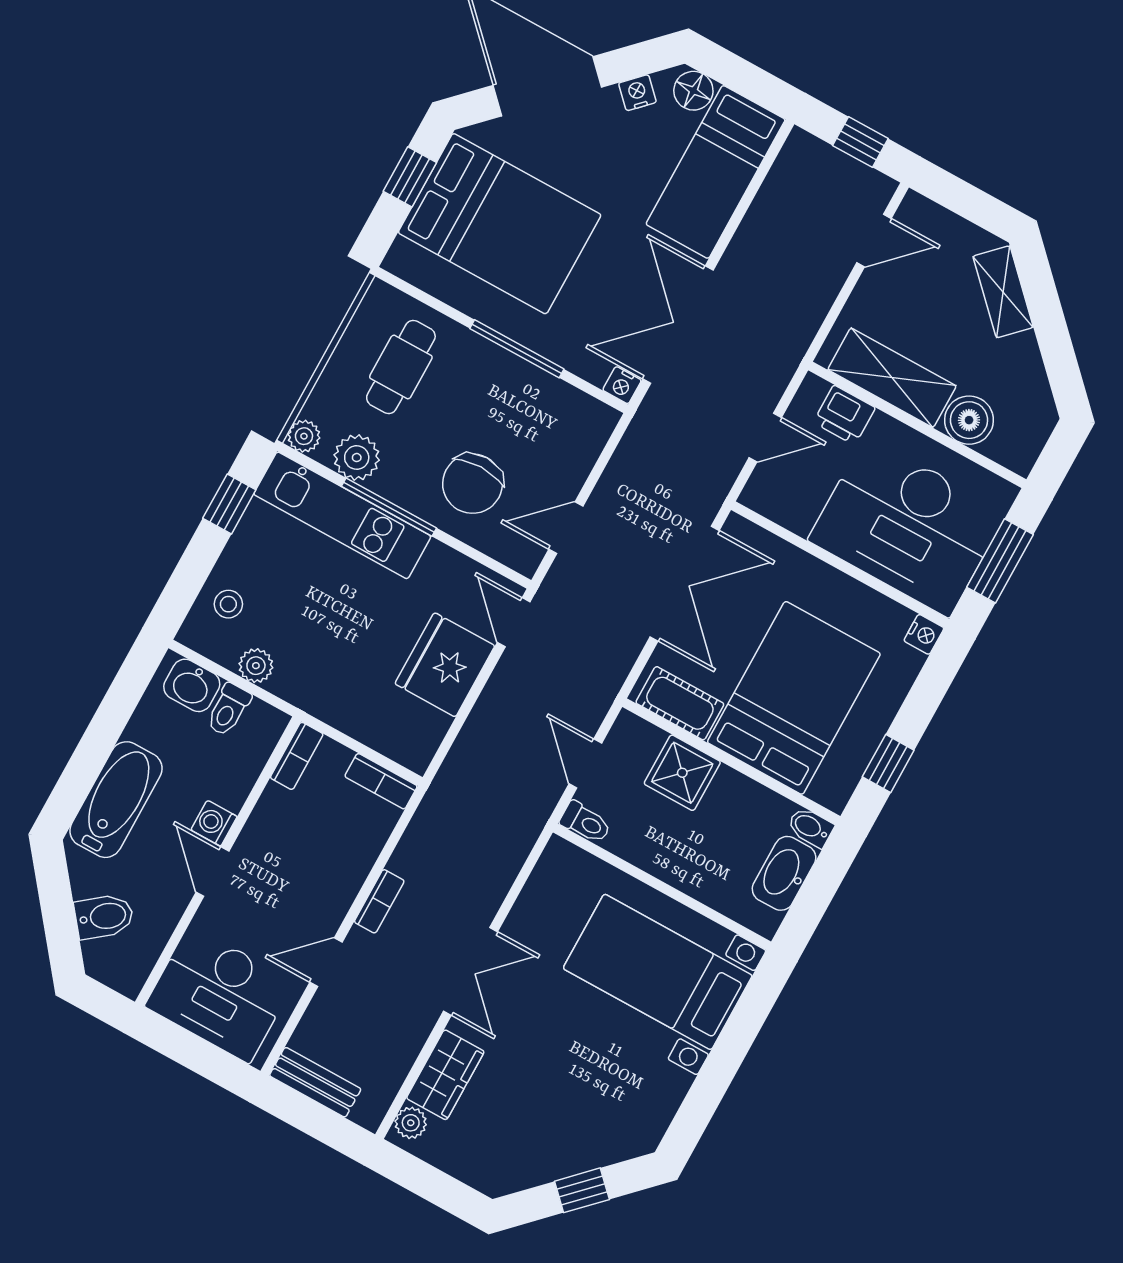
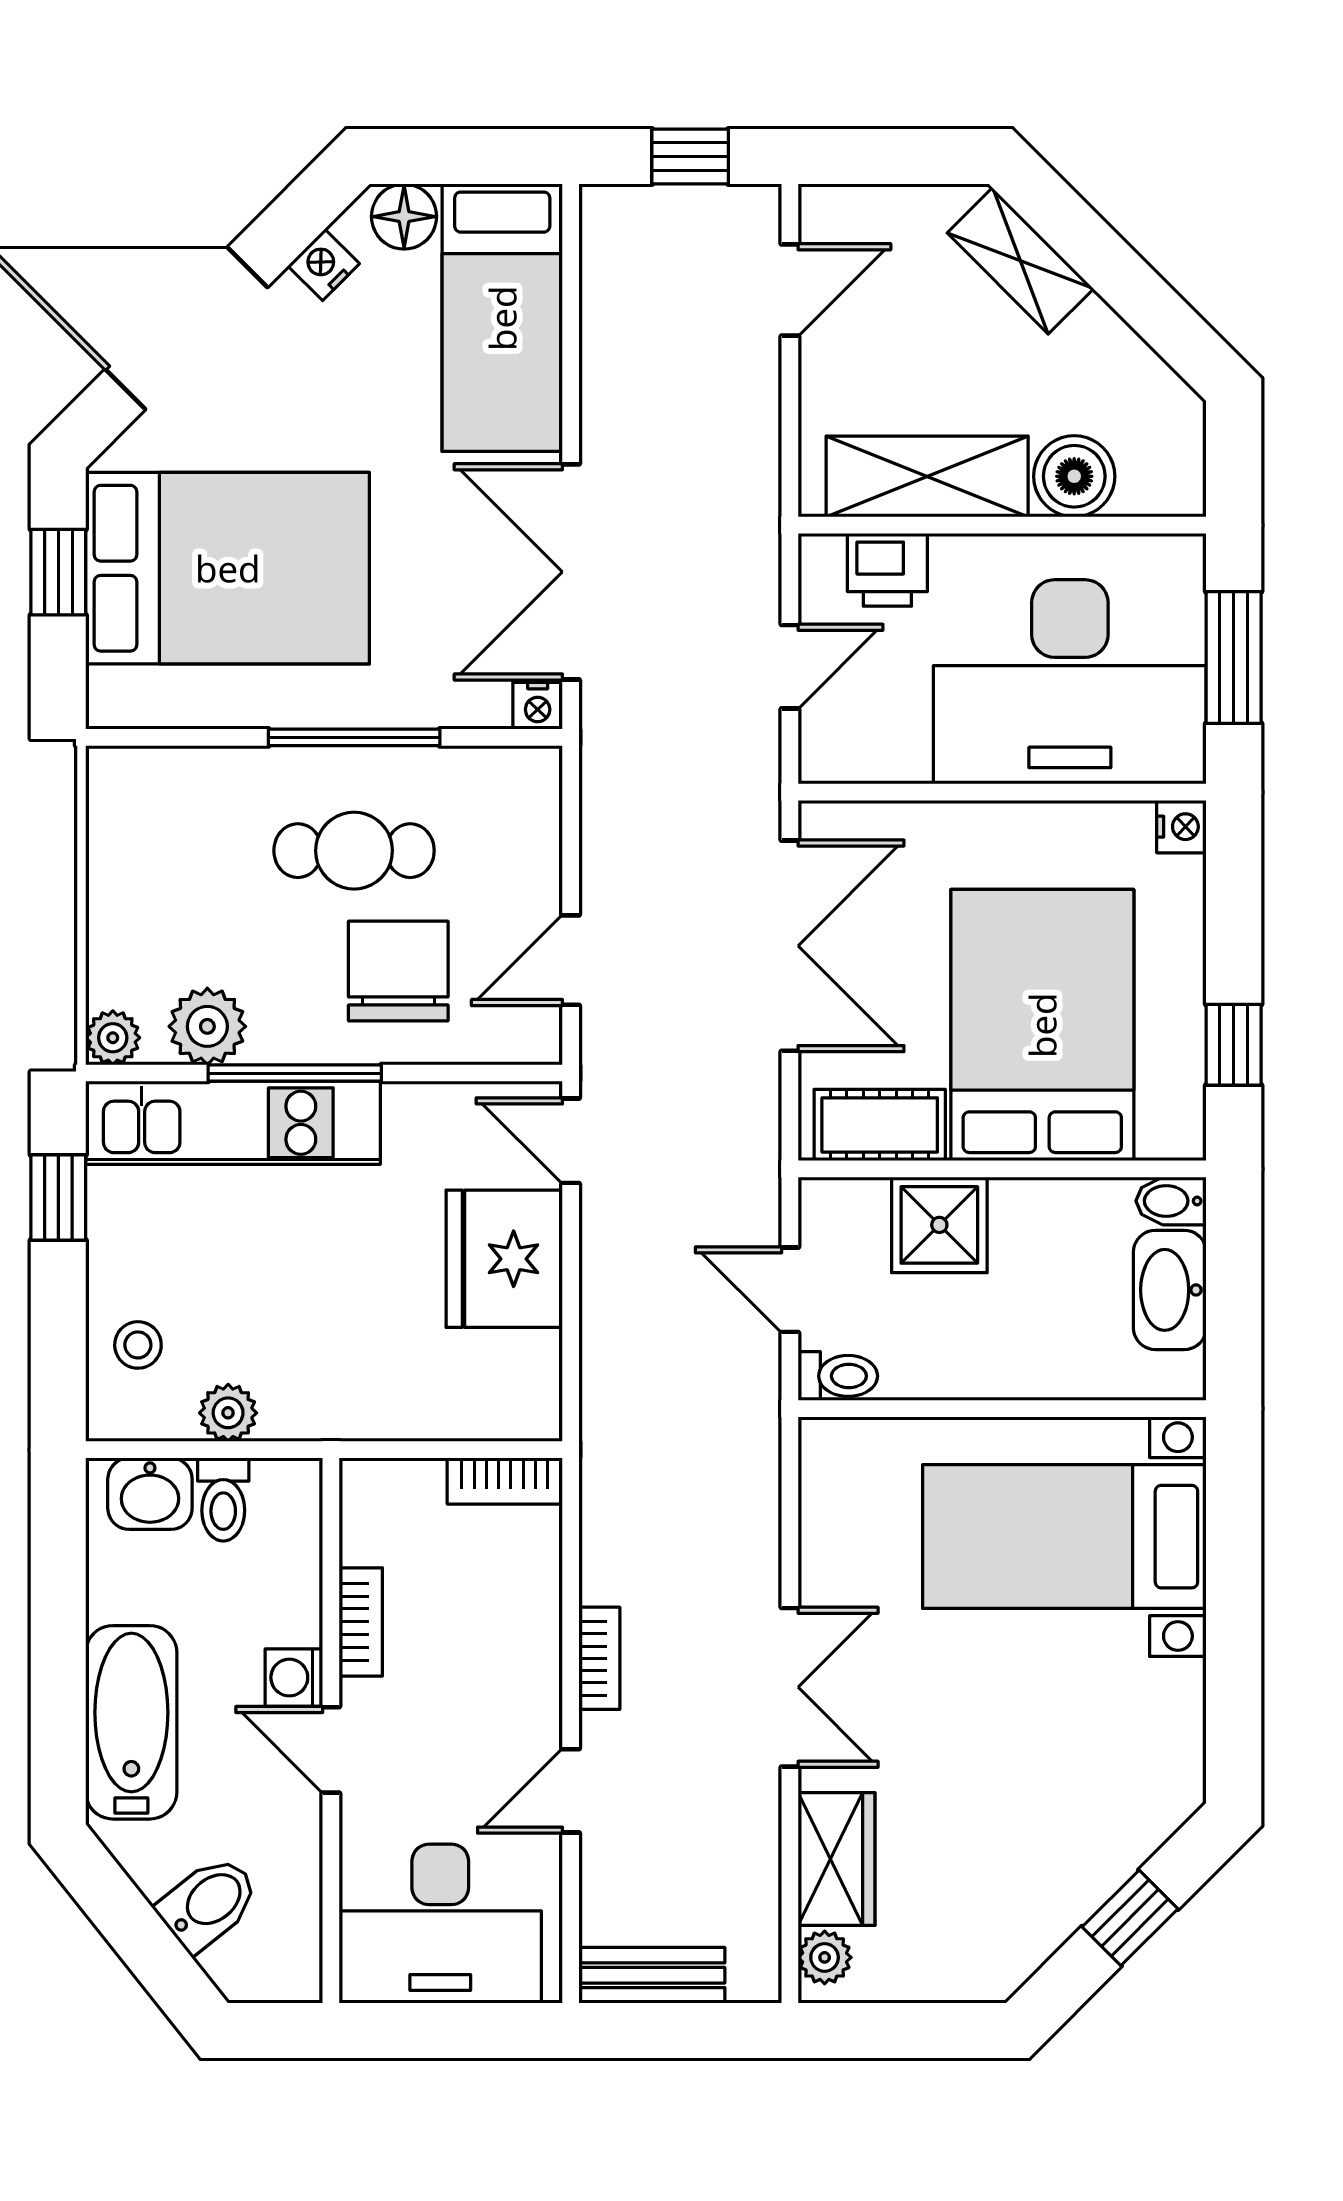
cafe table: (401, 367) -> (354, 851), moved, turned 90
chair: (473, 484) -> (398, 971), turned 180
bookcase: (297, 756) -> (361, 1622), moved

